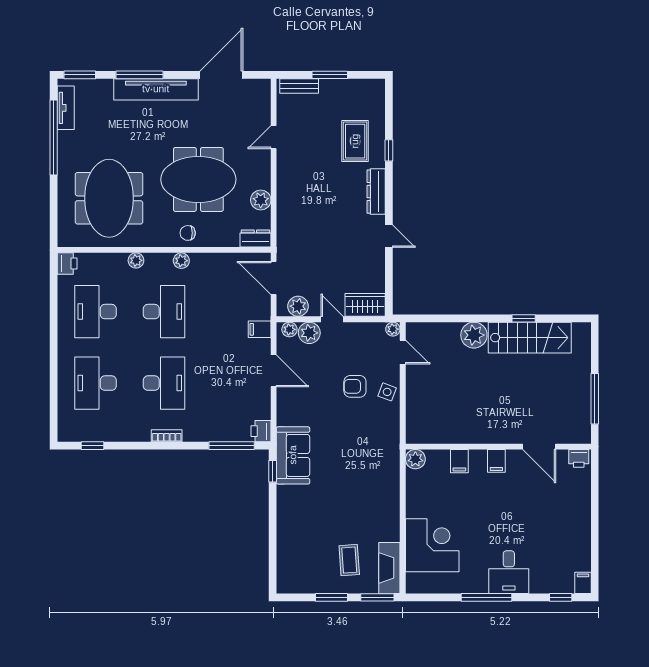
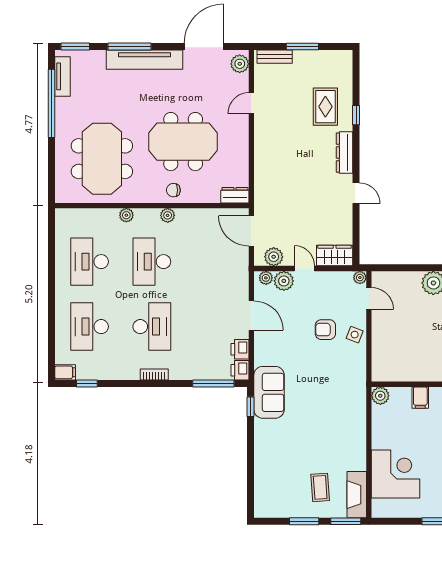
plant: (261, 200) -> (240, 64), moved
printer: (67, 264) -> (240, 349), moved, turned 180
desk: (164, 312) -> (152, 262), turned 180
filing cabinet: (260, 329) -> (65, 372), moved, turned 180

